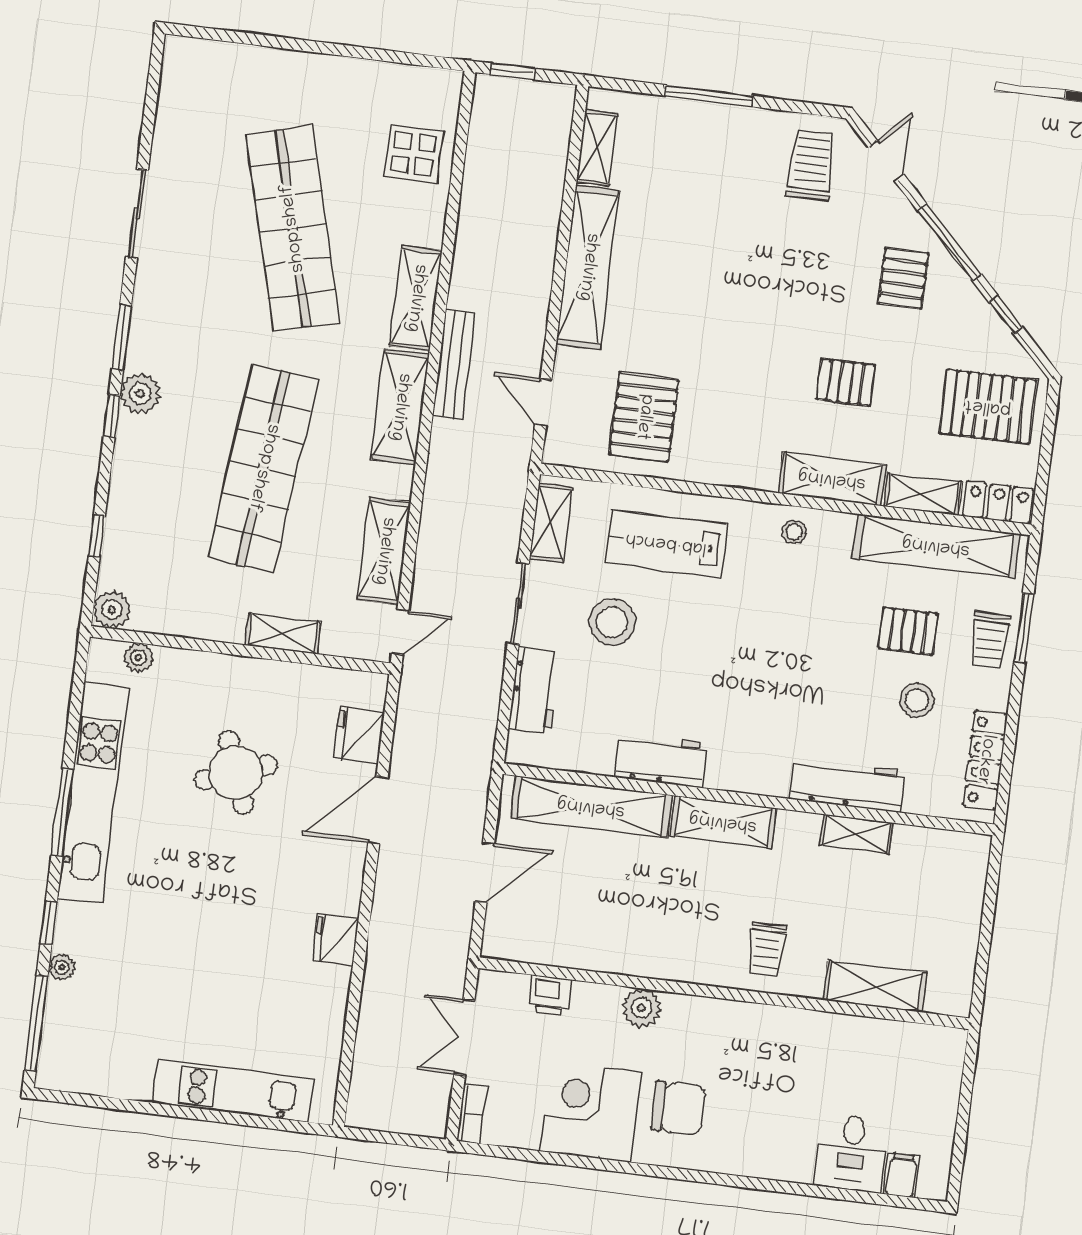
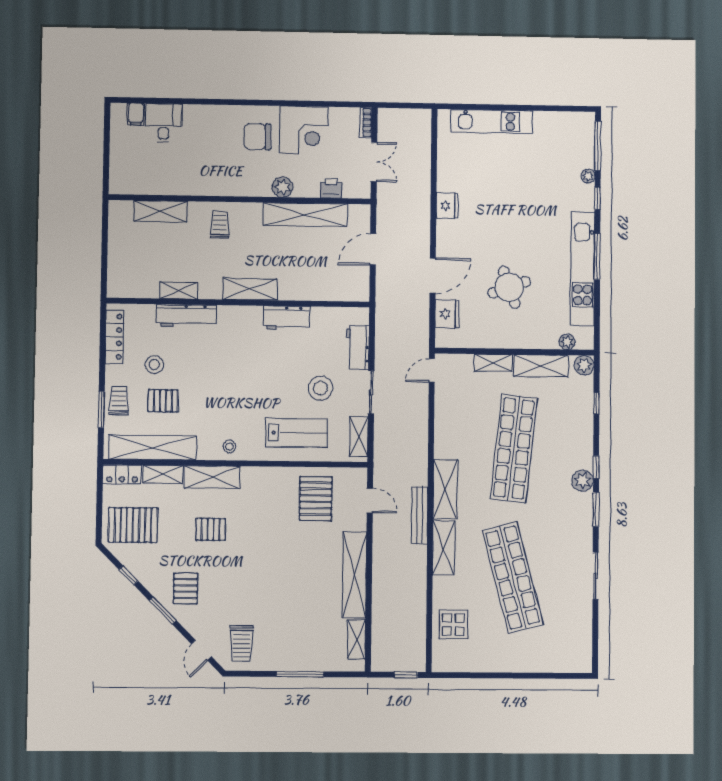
window: (949, 242) -> (163, 611), width x0.69
shelving: (384, 551) -> (541, 366), moved, turned 90
shelving: (591, 807) -> (305, 215), moved

